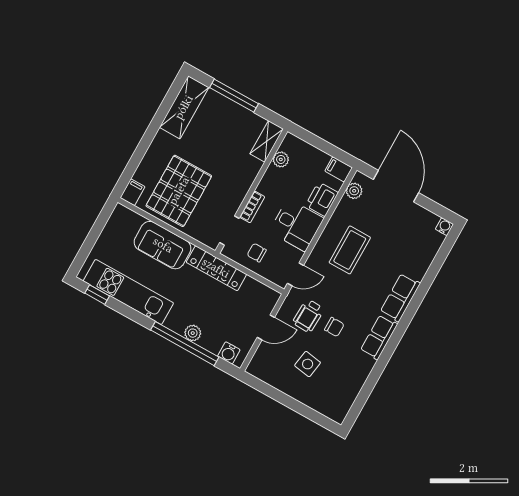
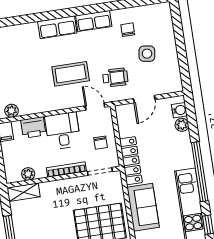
bookcase: (252, 207) -> (66, 170), width x1.56
coffee table: (350, 250) -> (71, 74), moved
door: (266, 327) -> (144, 99), swing flipped
chair: (334, 327) -> (128, 30), moved
plant: (193, 333) -> (182, 125), moved
window: (185, 344) -> (200, 172), moved

